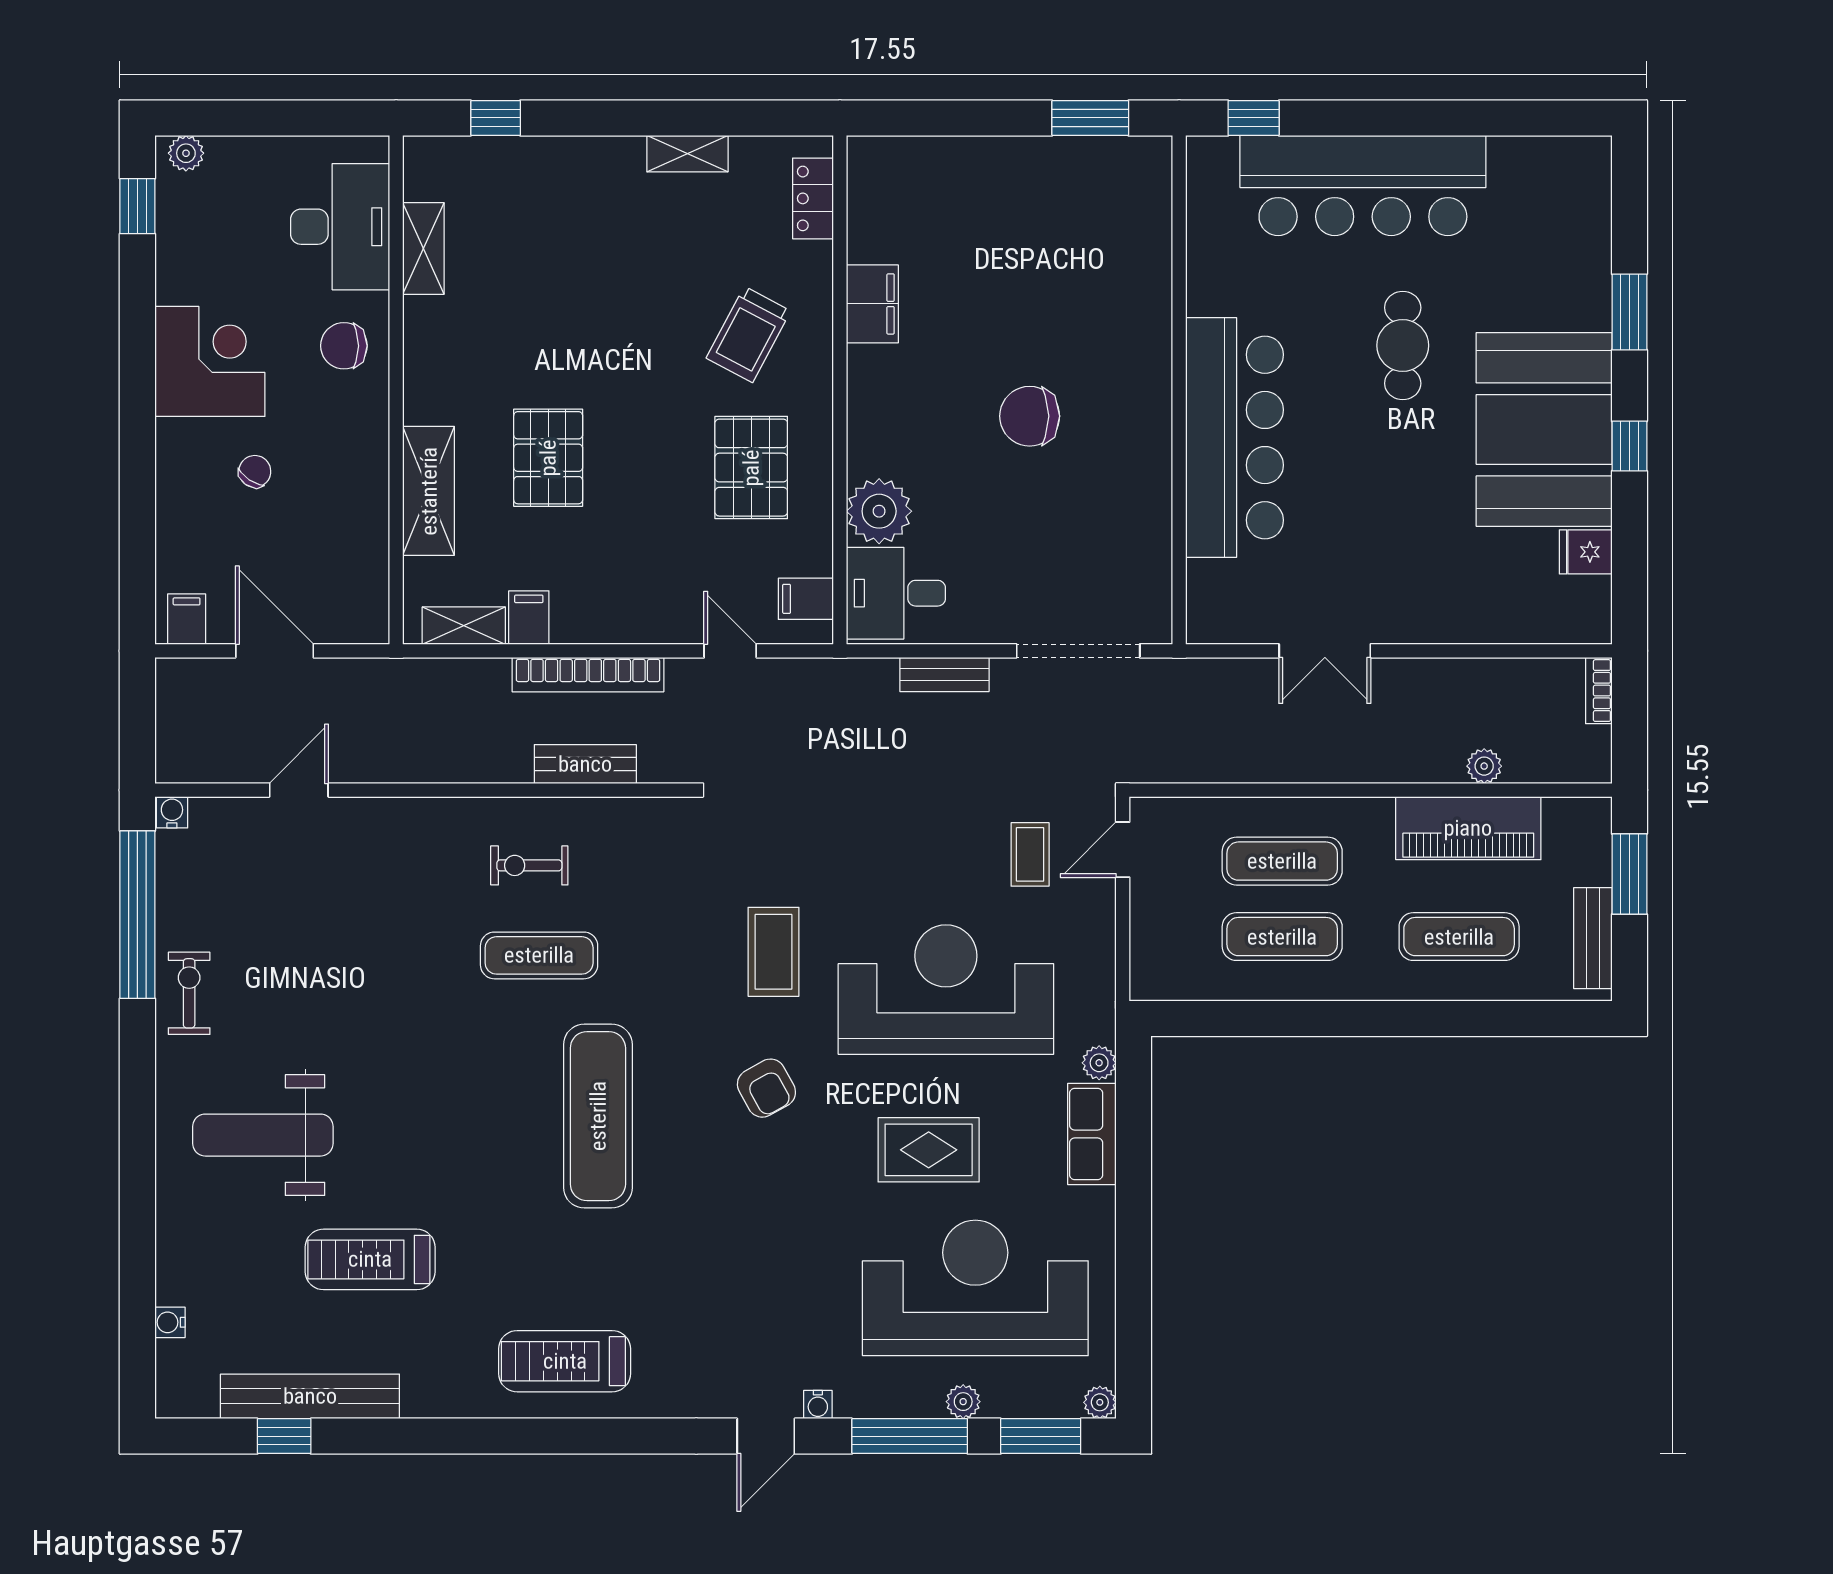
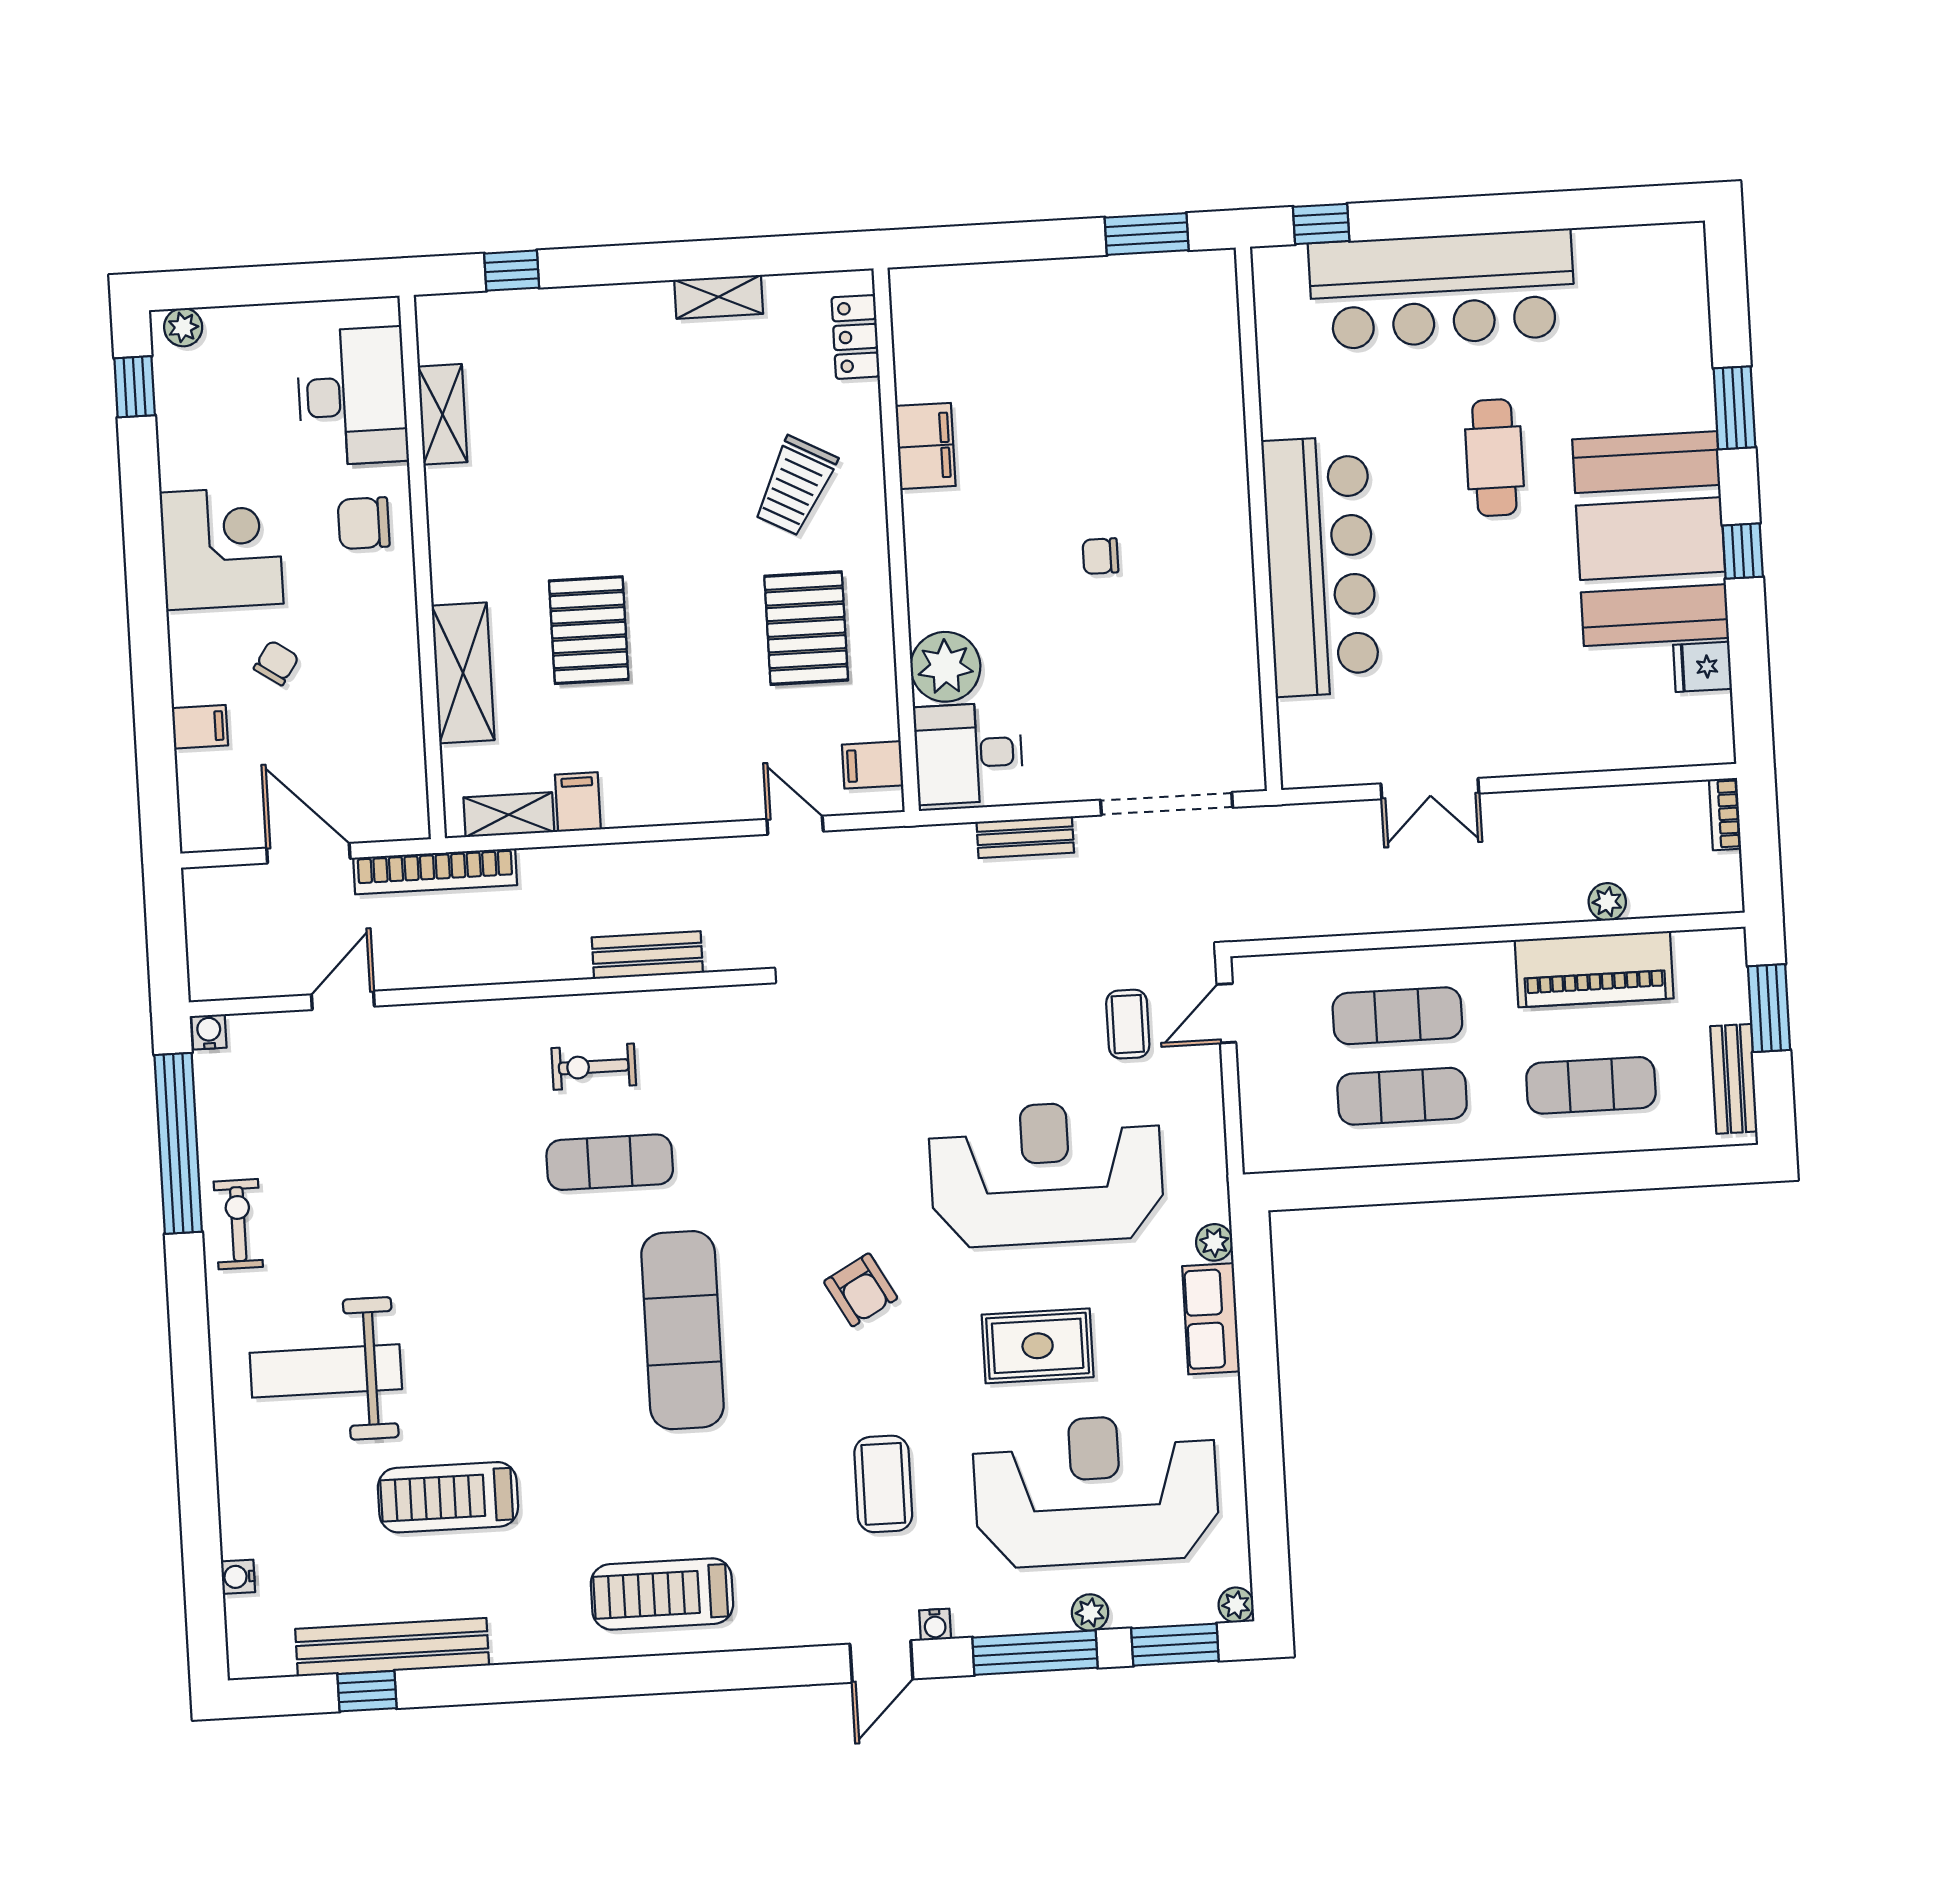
chair: (1030, 416) -> (1100, 556), width x0.54, depth x0.54
filing cabinet: (187, 619) -> (200, 727), moved, turned 90
bookcase: (588, 675) -> (435, 871), moved
coffee table: (774, 952) -> (883, 1484), moved

